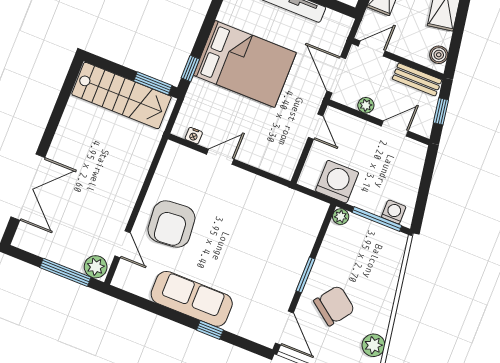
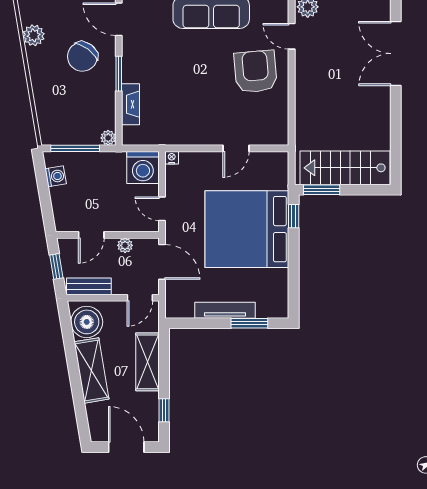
boiler: (439, 55) -> (87, 322), width x1.86, depth x1.86
bed: (245, 64) -> (247, 229), width x1.36
nightstand: (194, 136) -> (172, 158), moved
washing machine: (337, 182) -> (143, 167), moved
washing machine: (394, 212) -> (56, 176), moved, turned -100
fireplace: (306, 241) -> (130, 104), added

